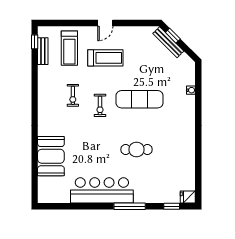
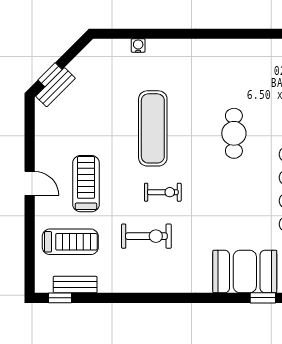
bench: (168, 42) -> (56, 87), width x0.73
exercise bike: (73, 95) -> (146, 236), width x1.38, depth x1.39
window: (35, 167) -> (263, 298), added

